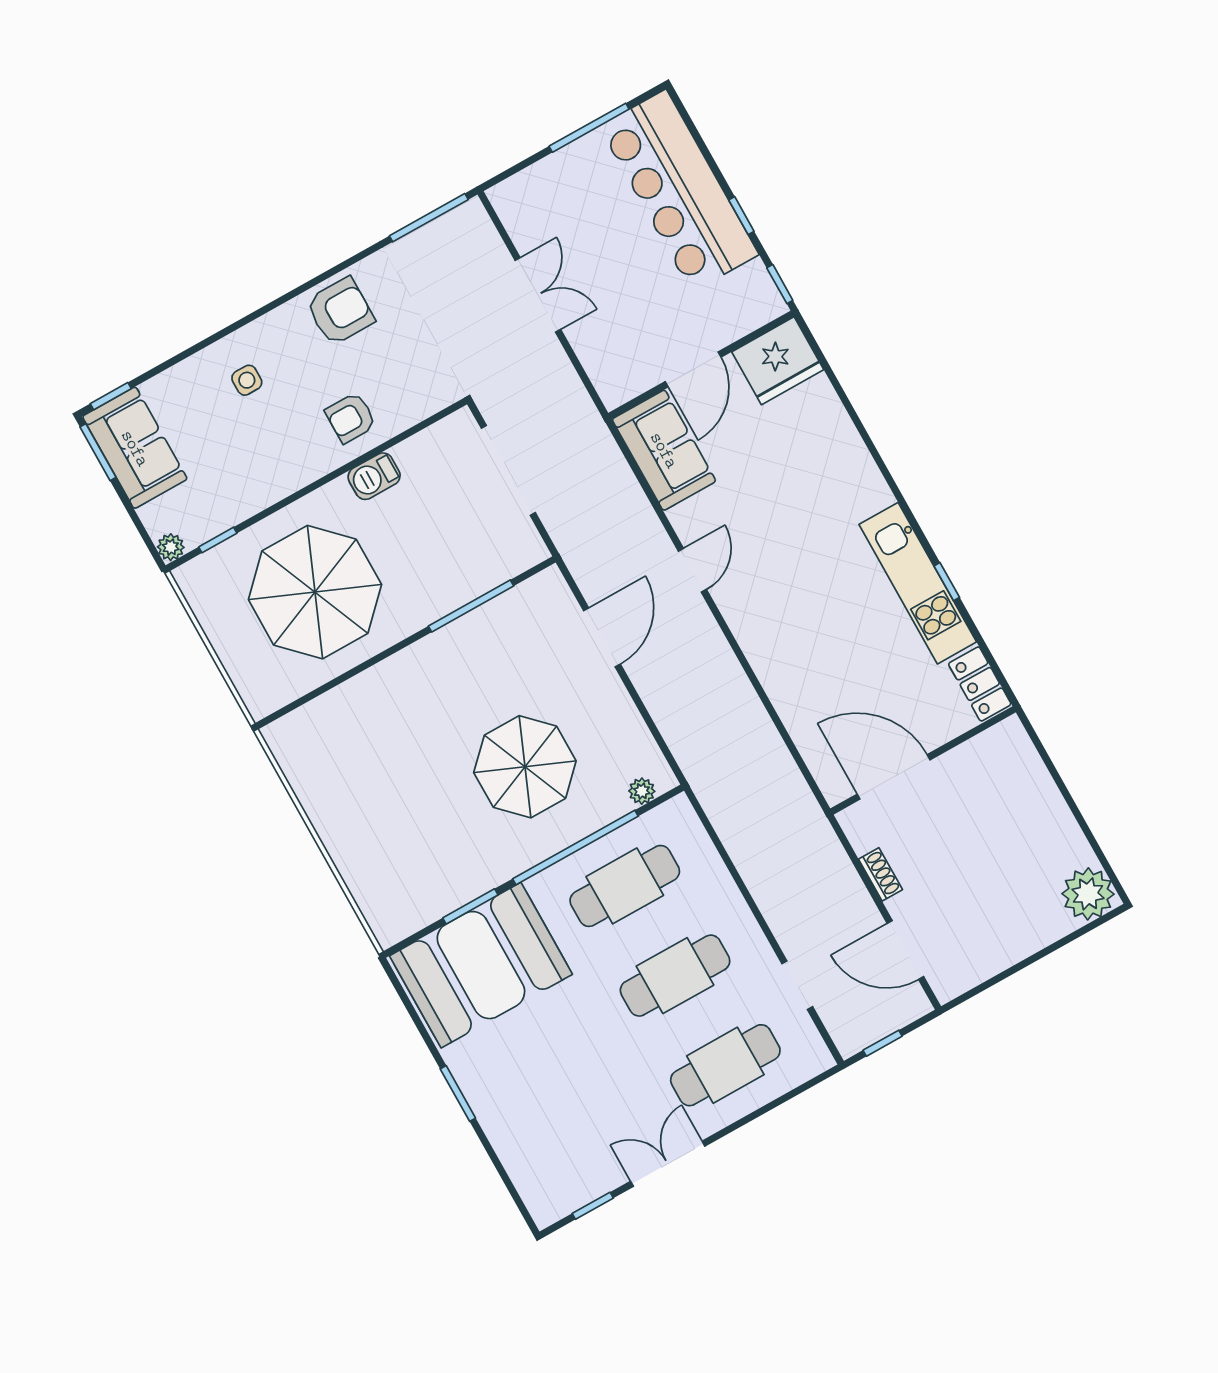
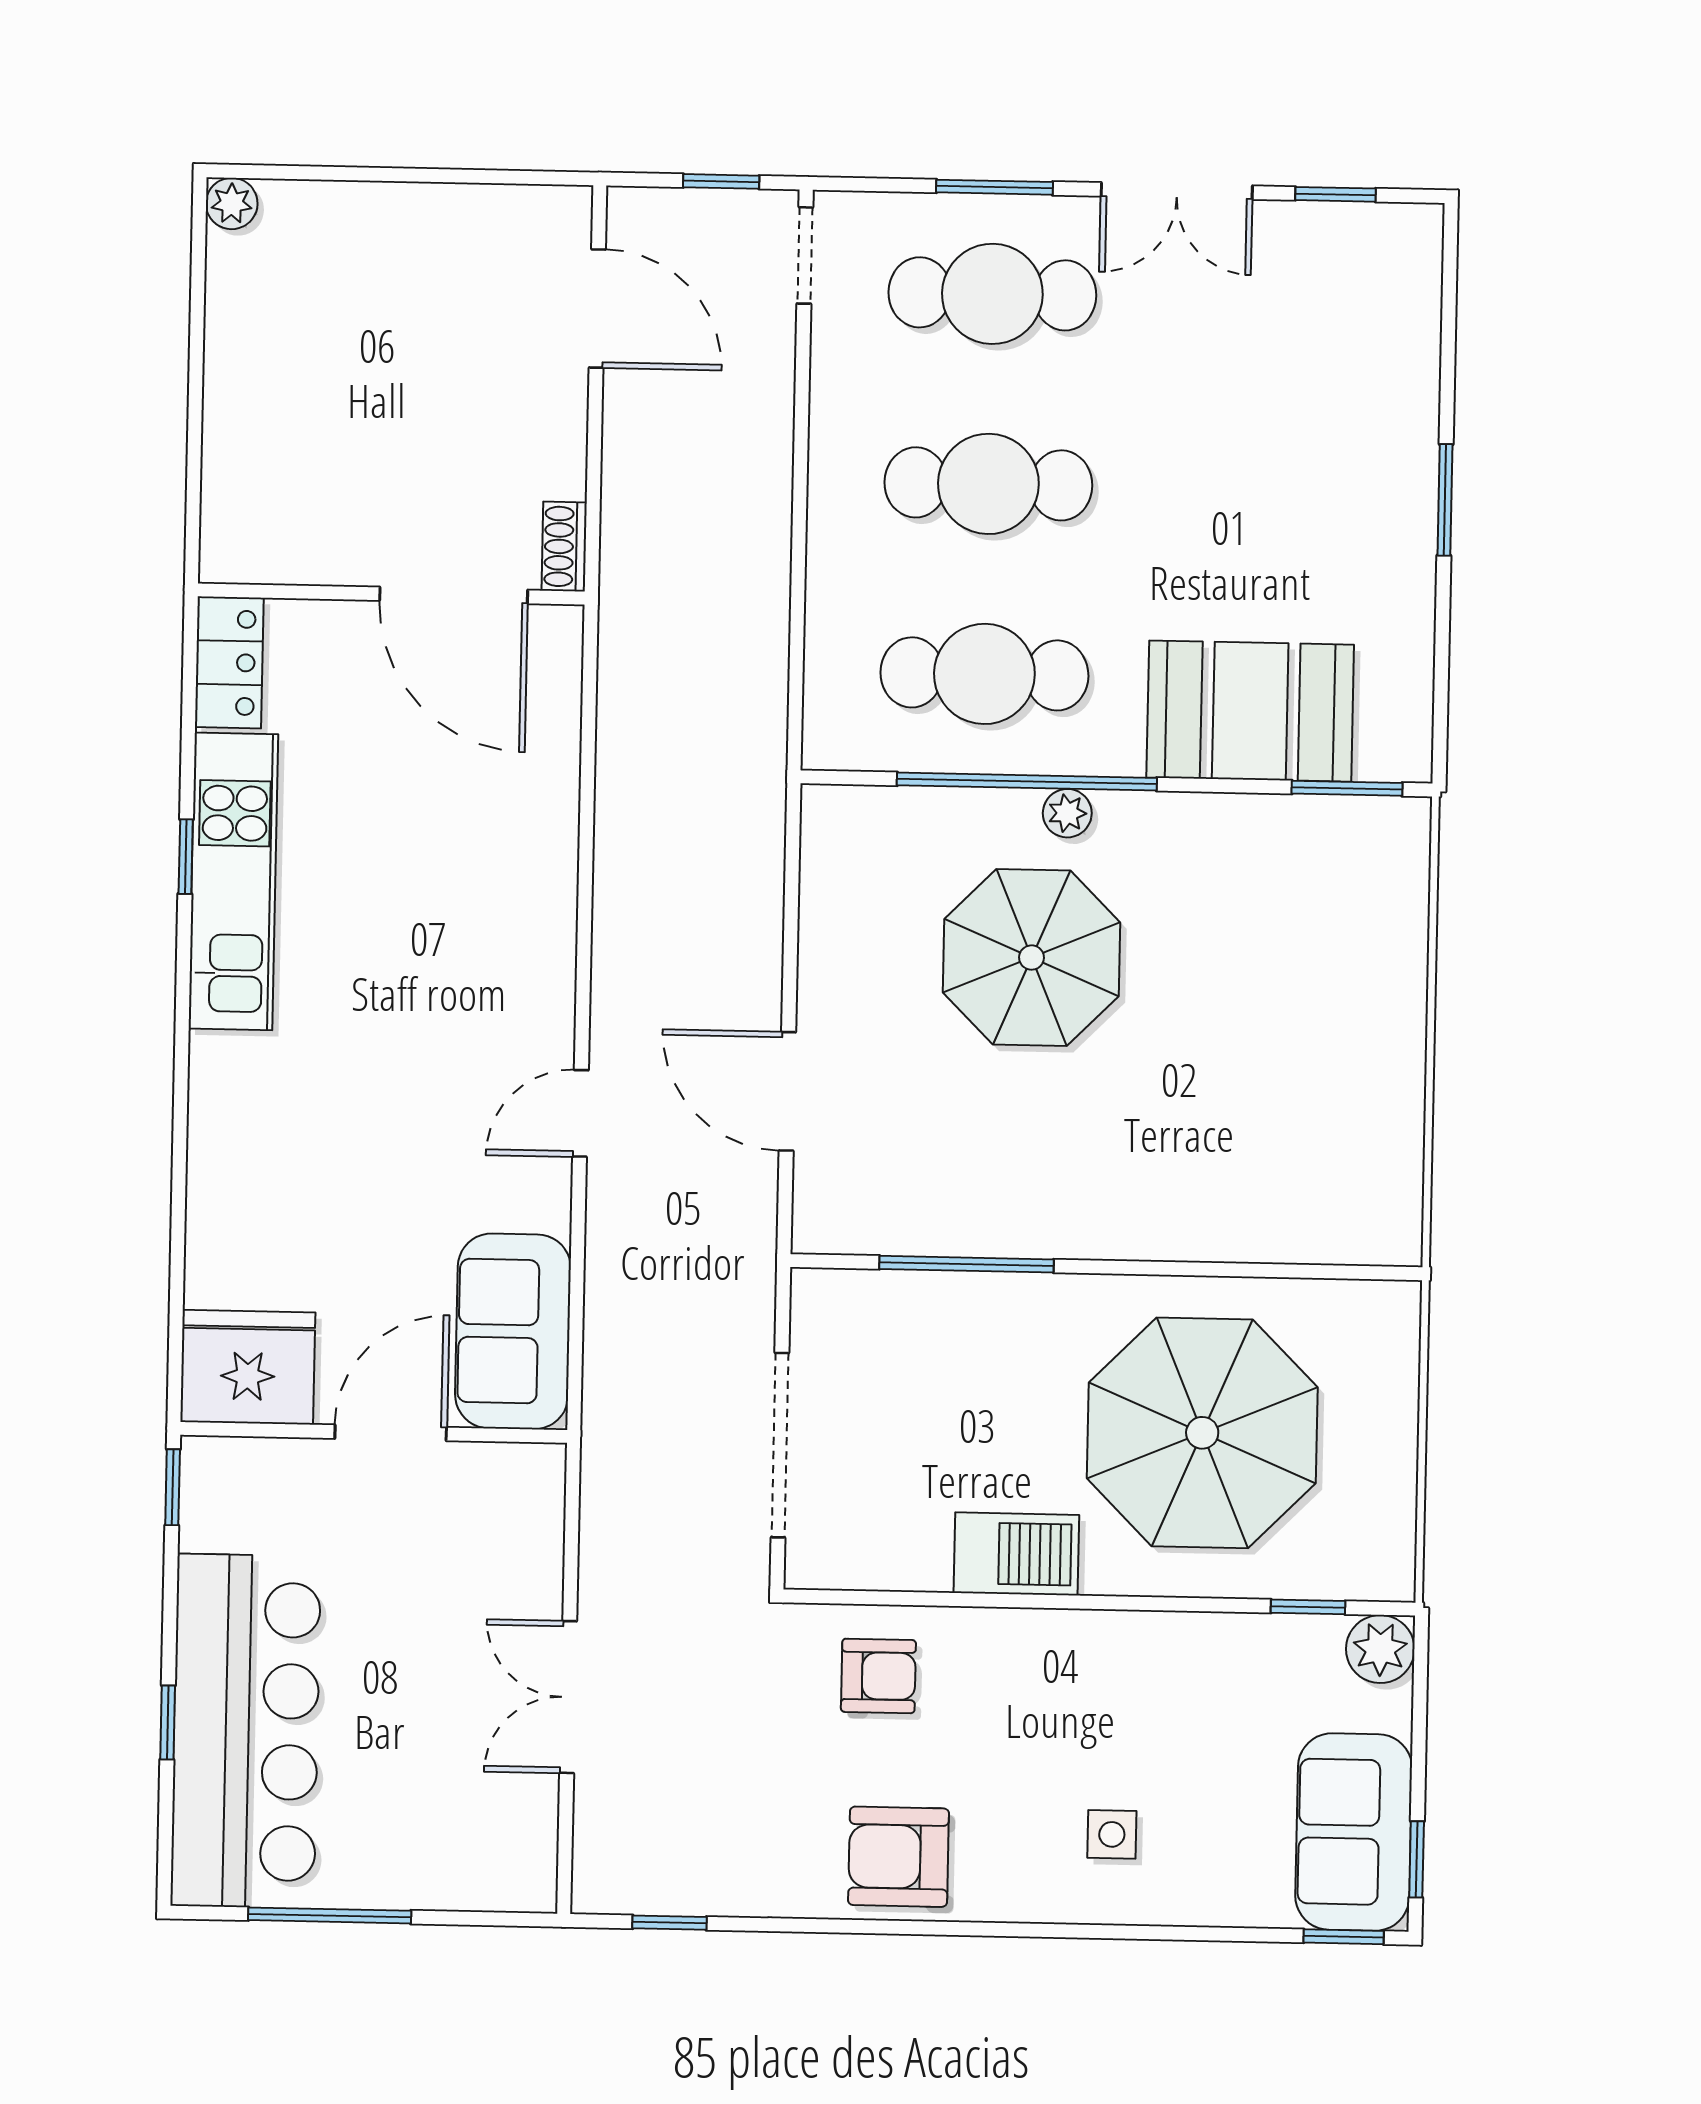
window: (741, 216) -> (168, 1722), moved
window: (429, 218) -> (670, 1923), width x0.46
armchair: (351, 418) -> (878, 1676), moved
window: (98, 452) -> (1417, 1859), width x0.67
barbecue: (374, 476) -> (1016, 1554), width x1.38, depth x1.27
plant: (171, 547) -> (1380, 1649), width x1.38, depth x1.38
door: (602, 637) -> (787, 1091), hinge flipped
plant: (642, 791) -> (1067, 813), moved
shoe rack: (880, 874) -> (564, 547), moved
plant: (1088, 894) -> (232, 203), width x0.53, depth x0.53
window: (470, 906) -> (1347, 788), moved
booth: (481, 965) -> (1250, 711), width x0.73, depth x0.70
doorway: (797, 985) -> (805, 255), moved
window: (754, 1116) -> (994, 187), added

